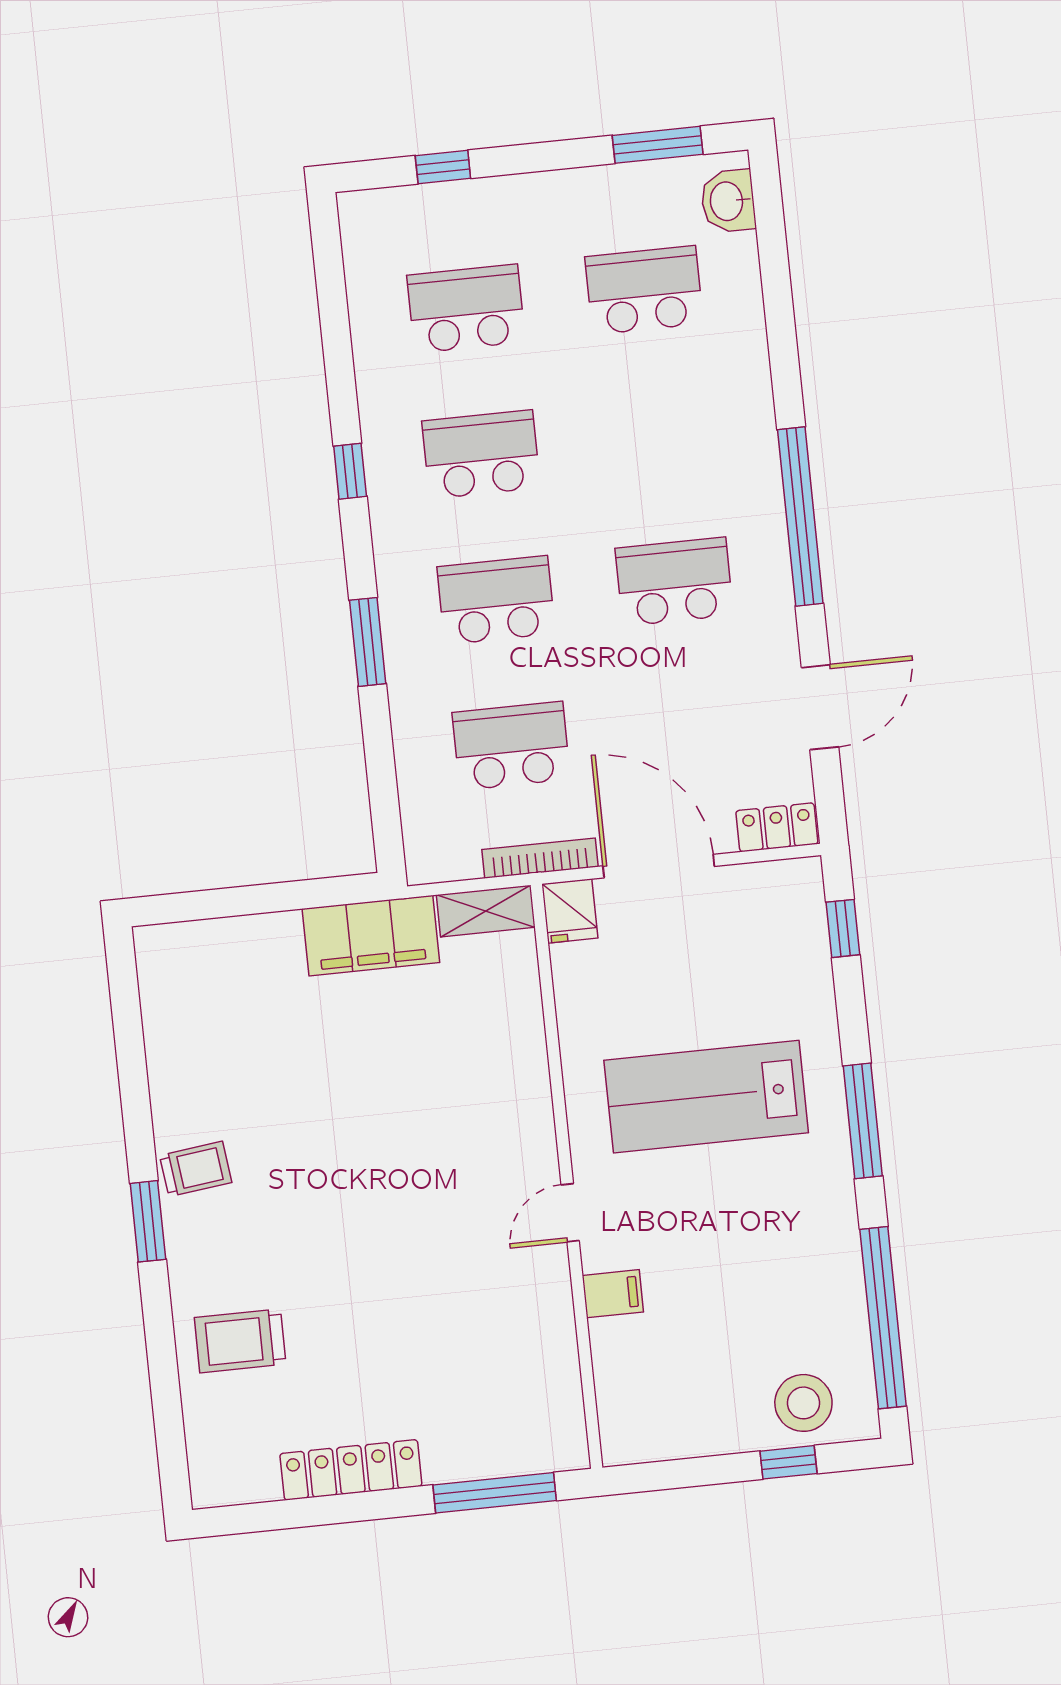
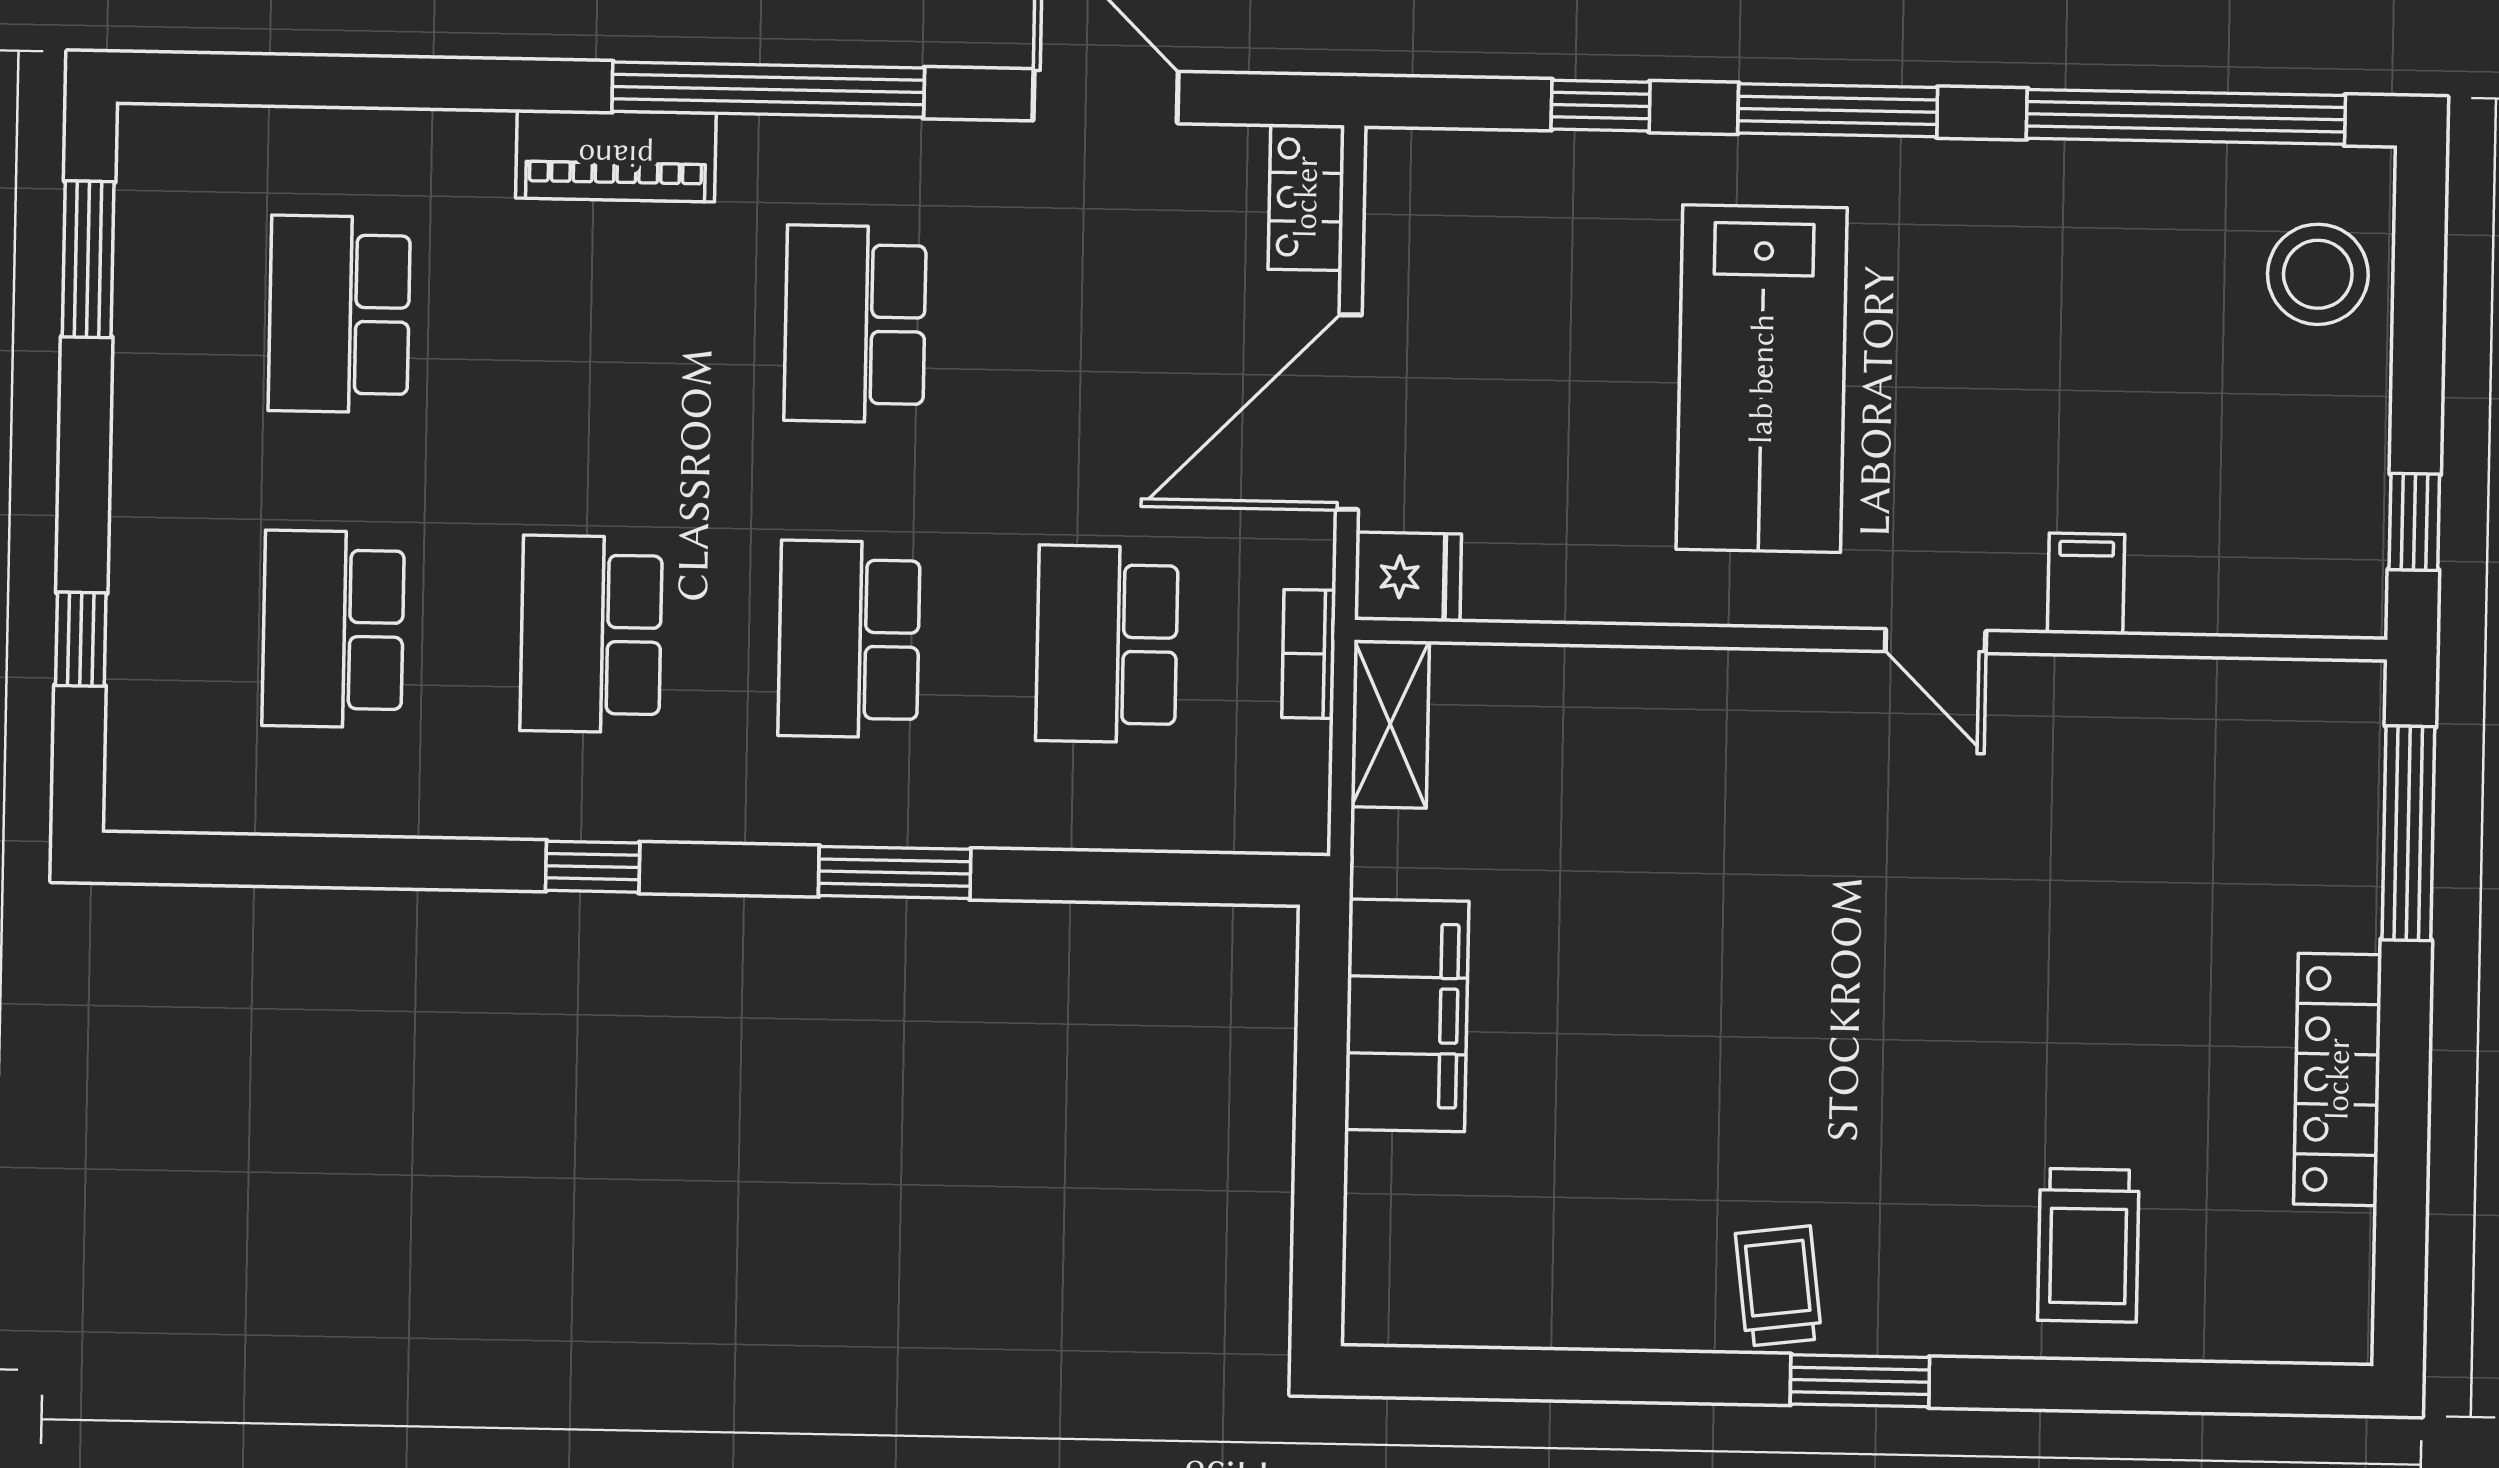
washbasin: (728, 201) -> (202, 148), removed
piano: (753, 435) -> (616, 156), added
bookcase: (540, 858) -> (1309, 654), width x0.64
window: (843, 928) -> (1601, 106), moved
filing cabinet: (371, 936) -> (1407, 1015), moved
window: (788, 1462) -> (2414, 522), moved

